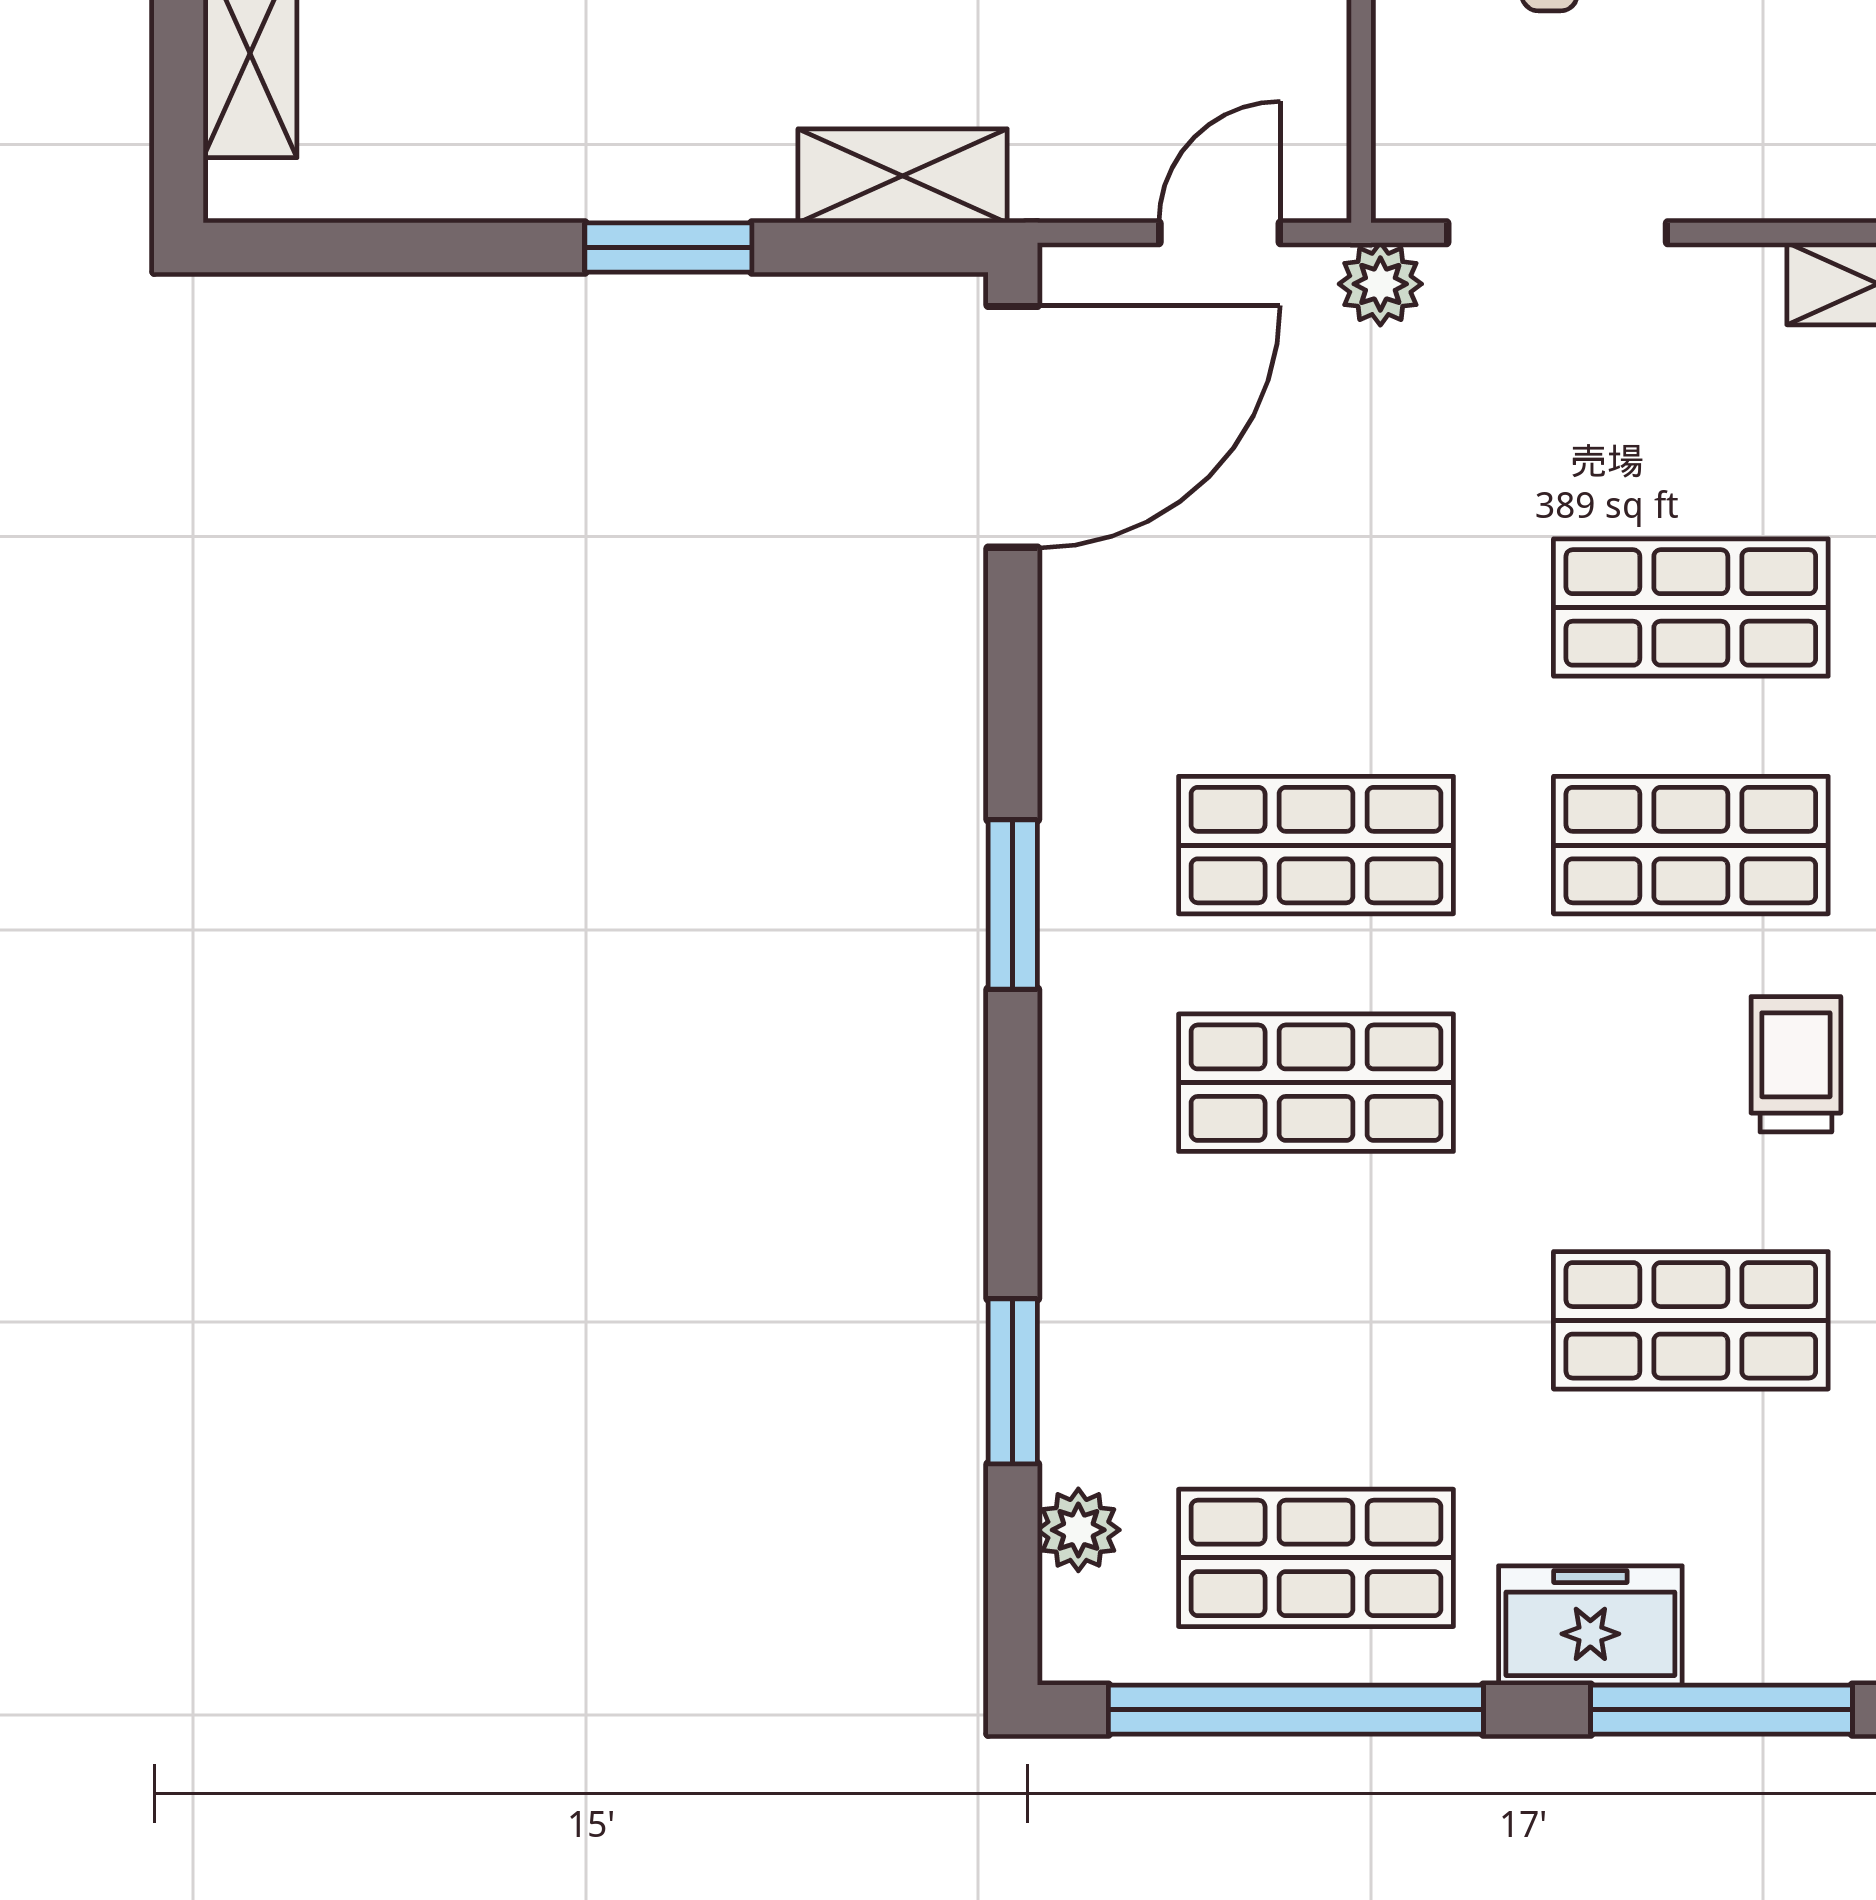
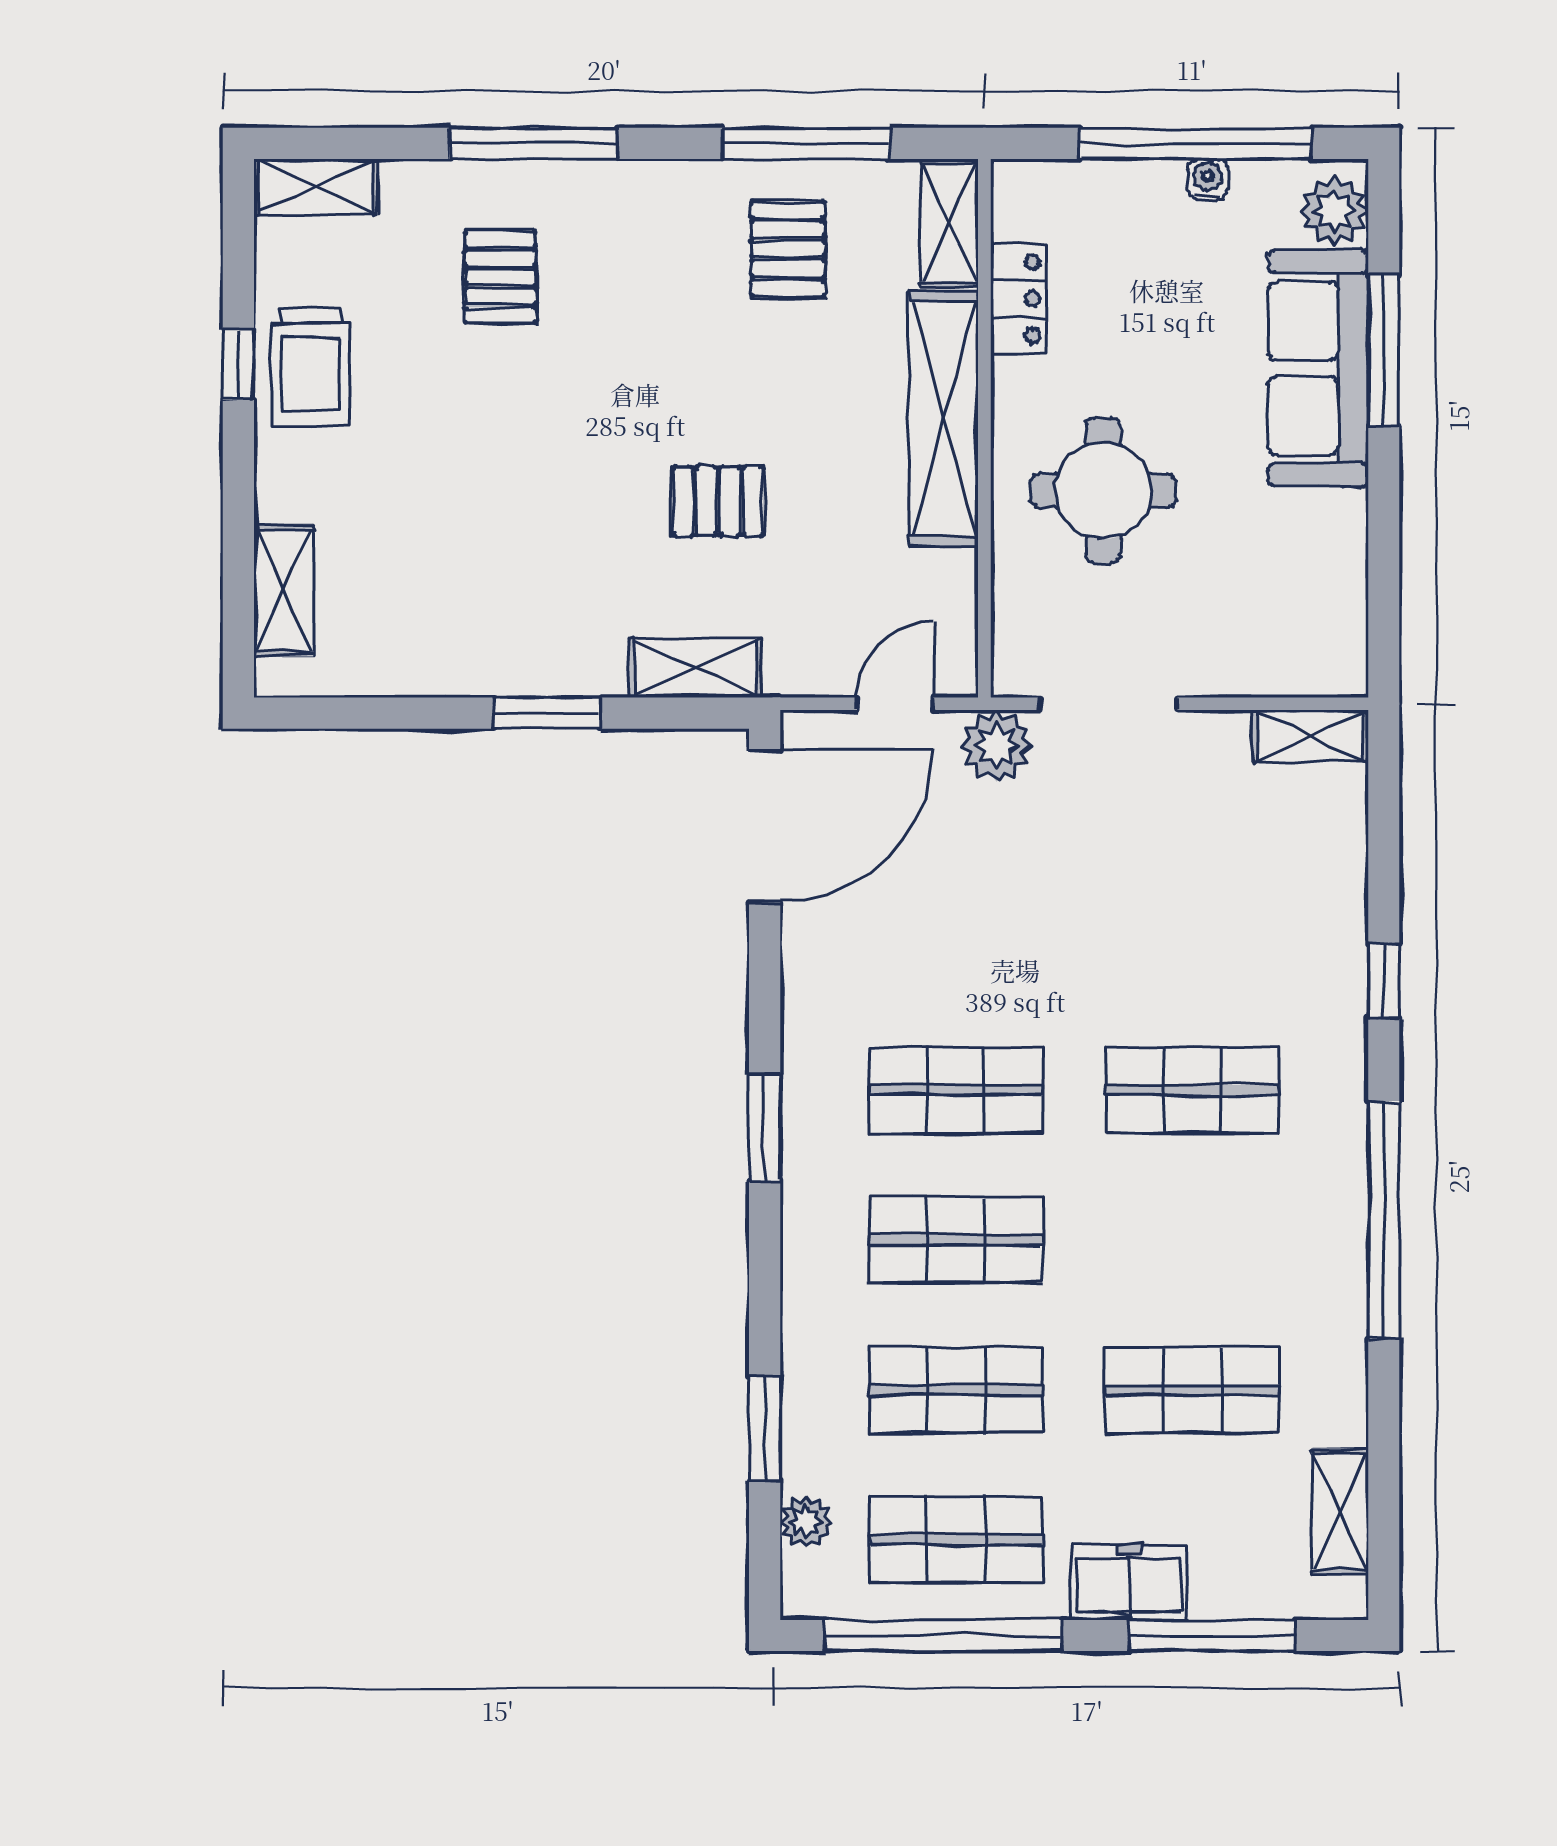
plant: (1380, 284) -> (997, 746), width x1.38, depth x1.38
shop shelf: (1691, 607) -> (956, 1390), moved
trolley: (1796, 1064) -> (1259, 1228), removed

